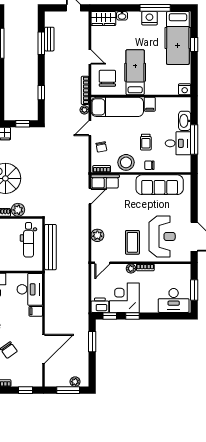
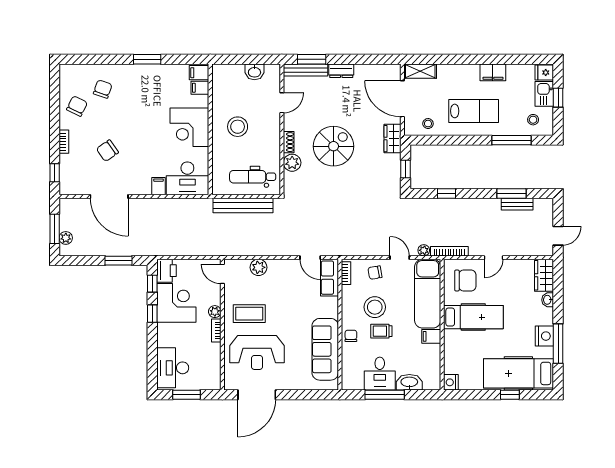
stool: (126, 162) -> (375, 307), moved

